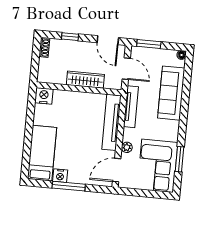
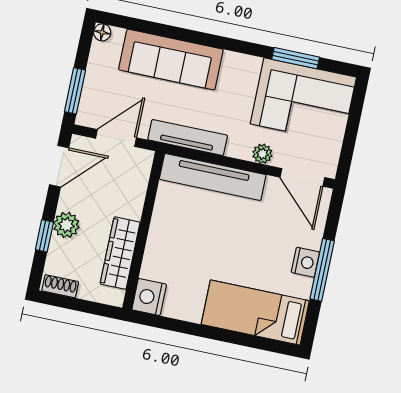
plant: (77, 48) -> (66, 225), added
wardrobe: (85, 80) -> (120, 253), moved
nightstand: (60, 176) -> (305, 262), moved

